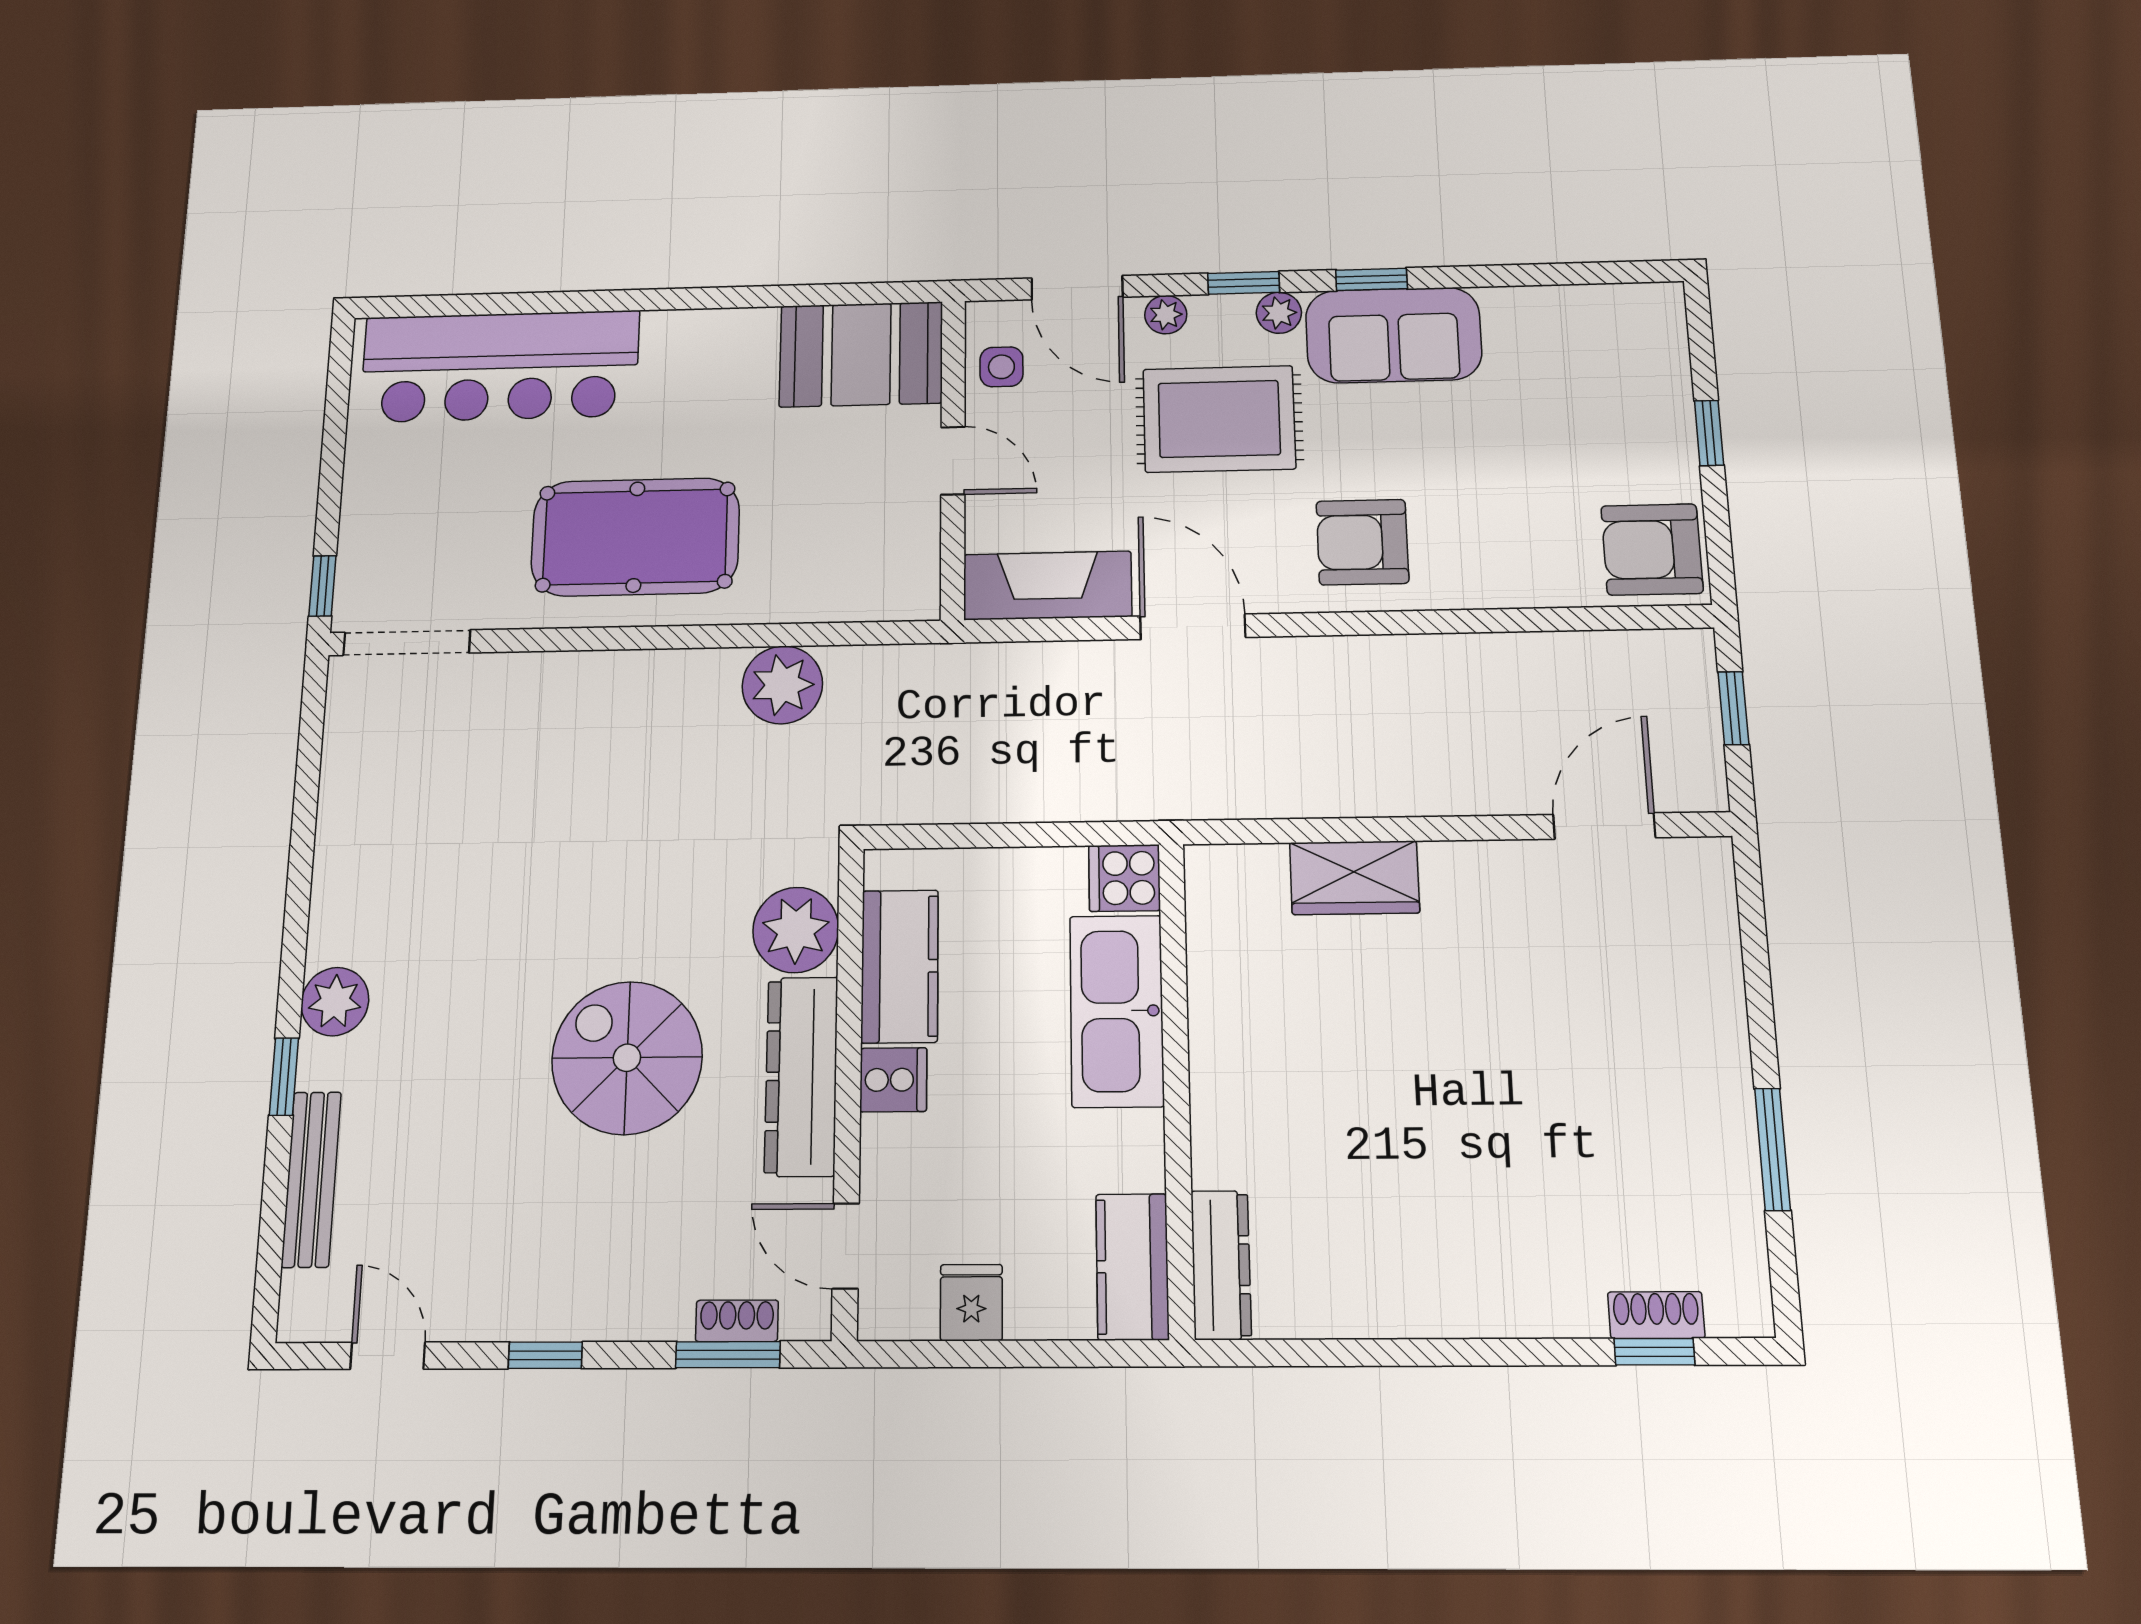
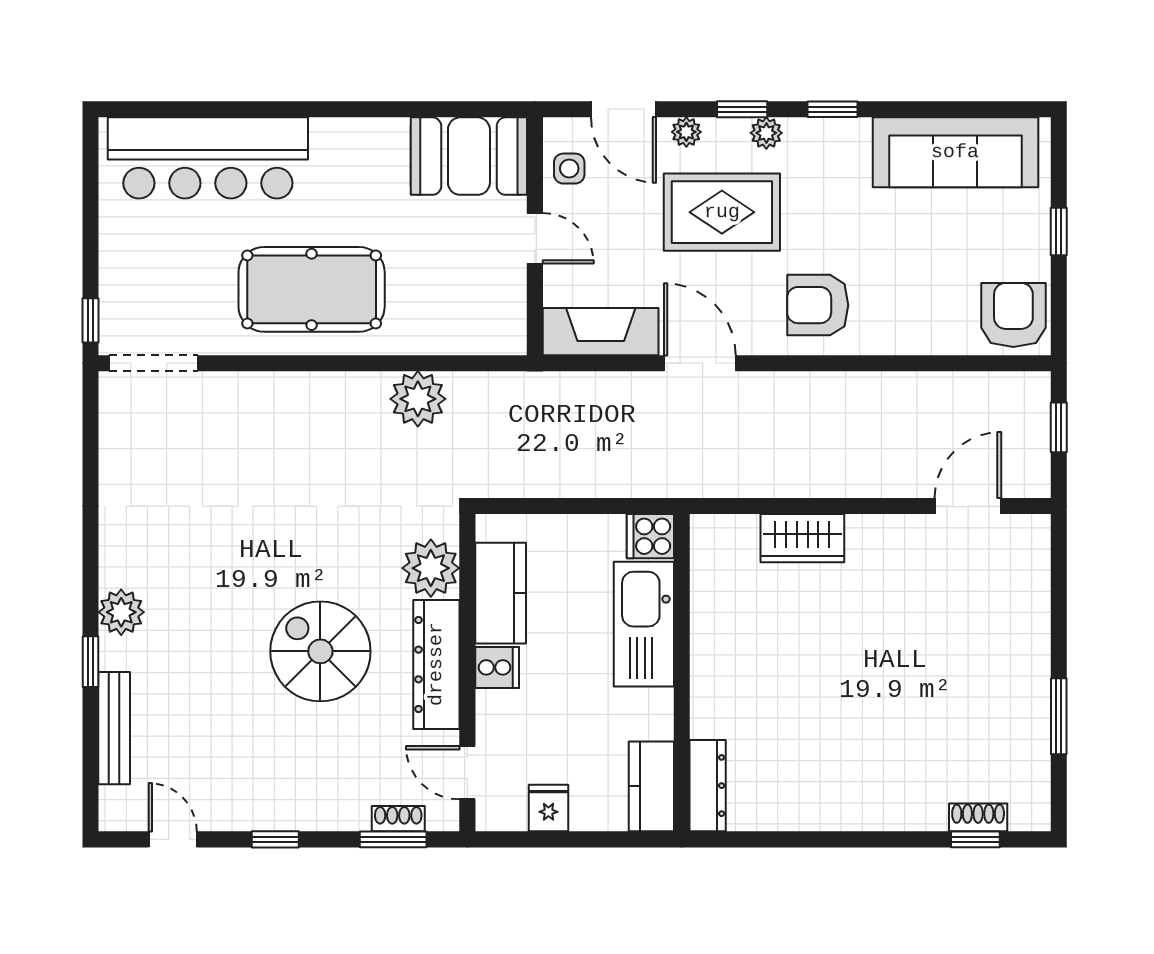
sofa: (1393, 335) -> (955, 152), moved, width x1.36
armchair: (1652, 549) -> (1013, 315), turned 90

